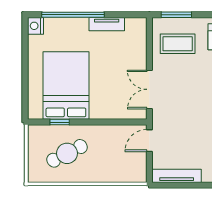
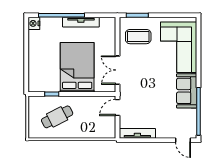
tv unit: (107, 24) -> (81, 22), width x1.41
bed: (66, 86) -> (77, 67), moved

